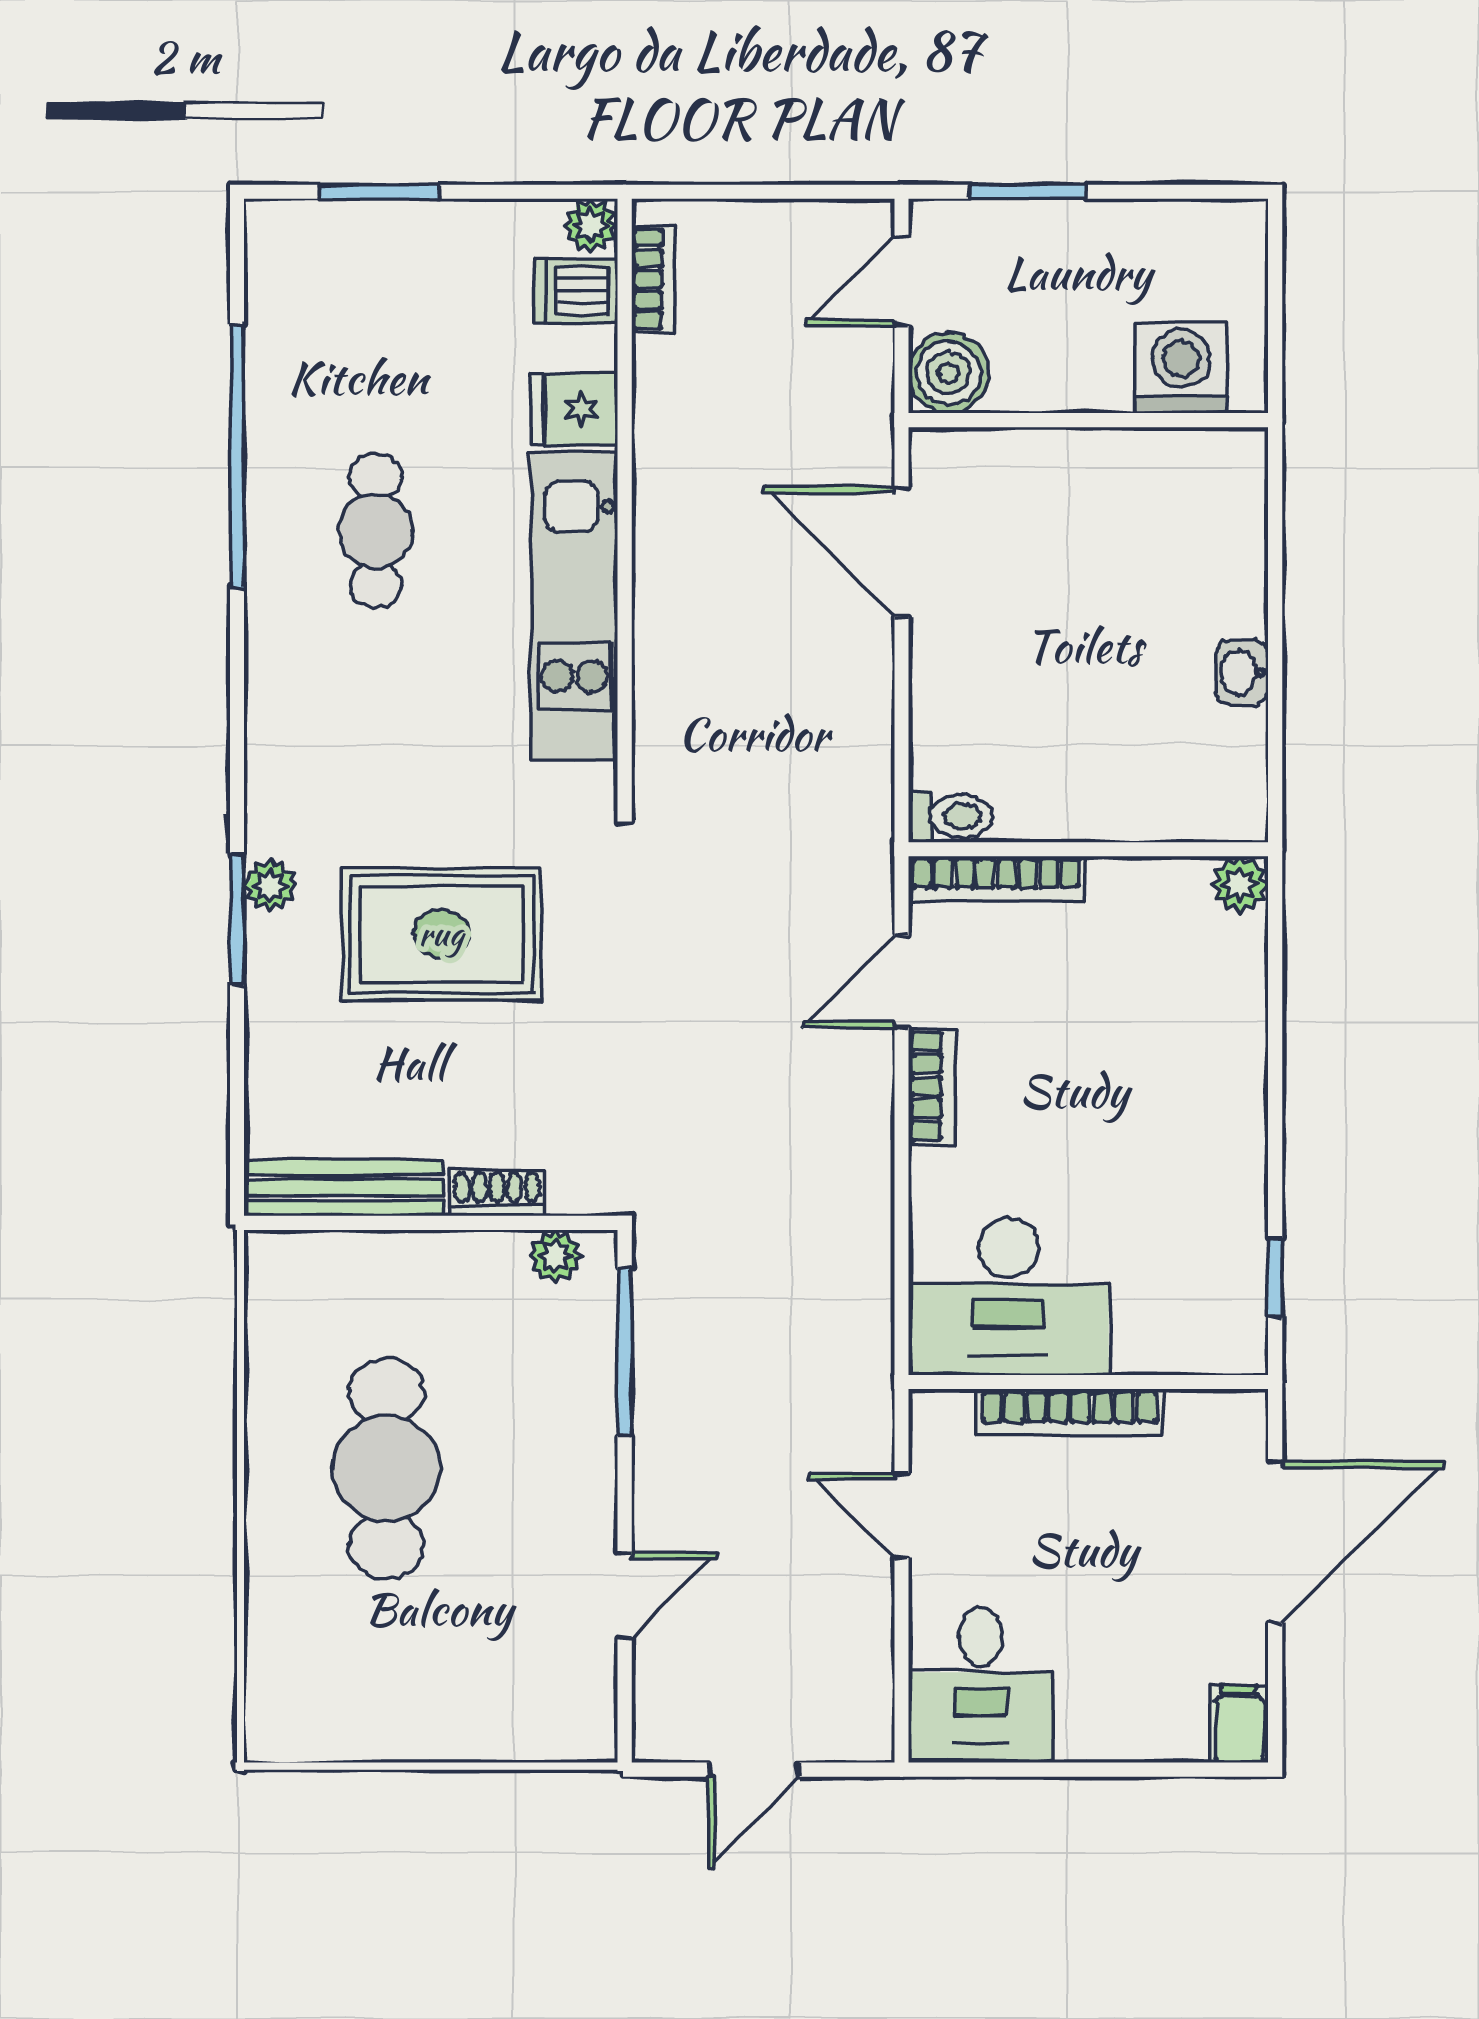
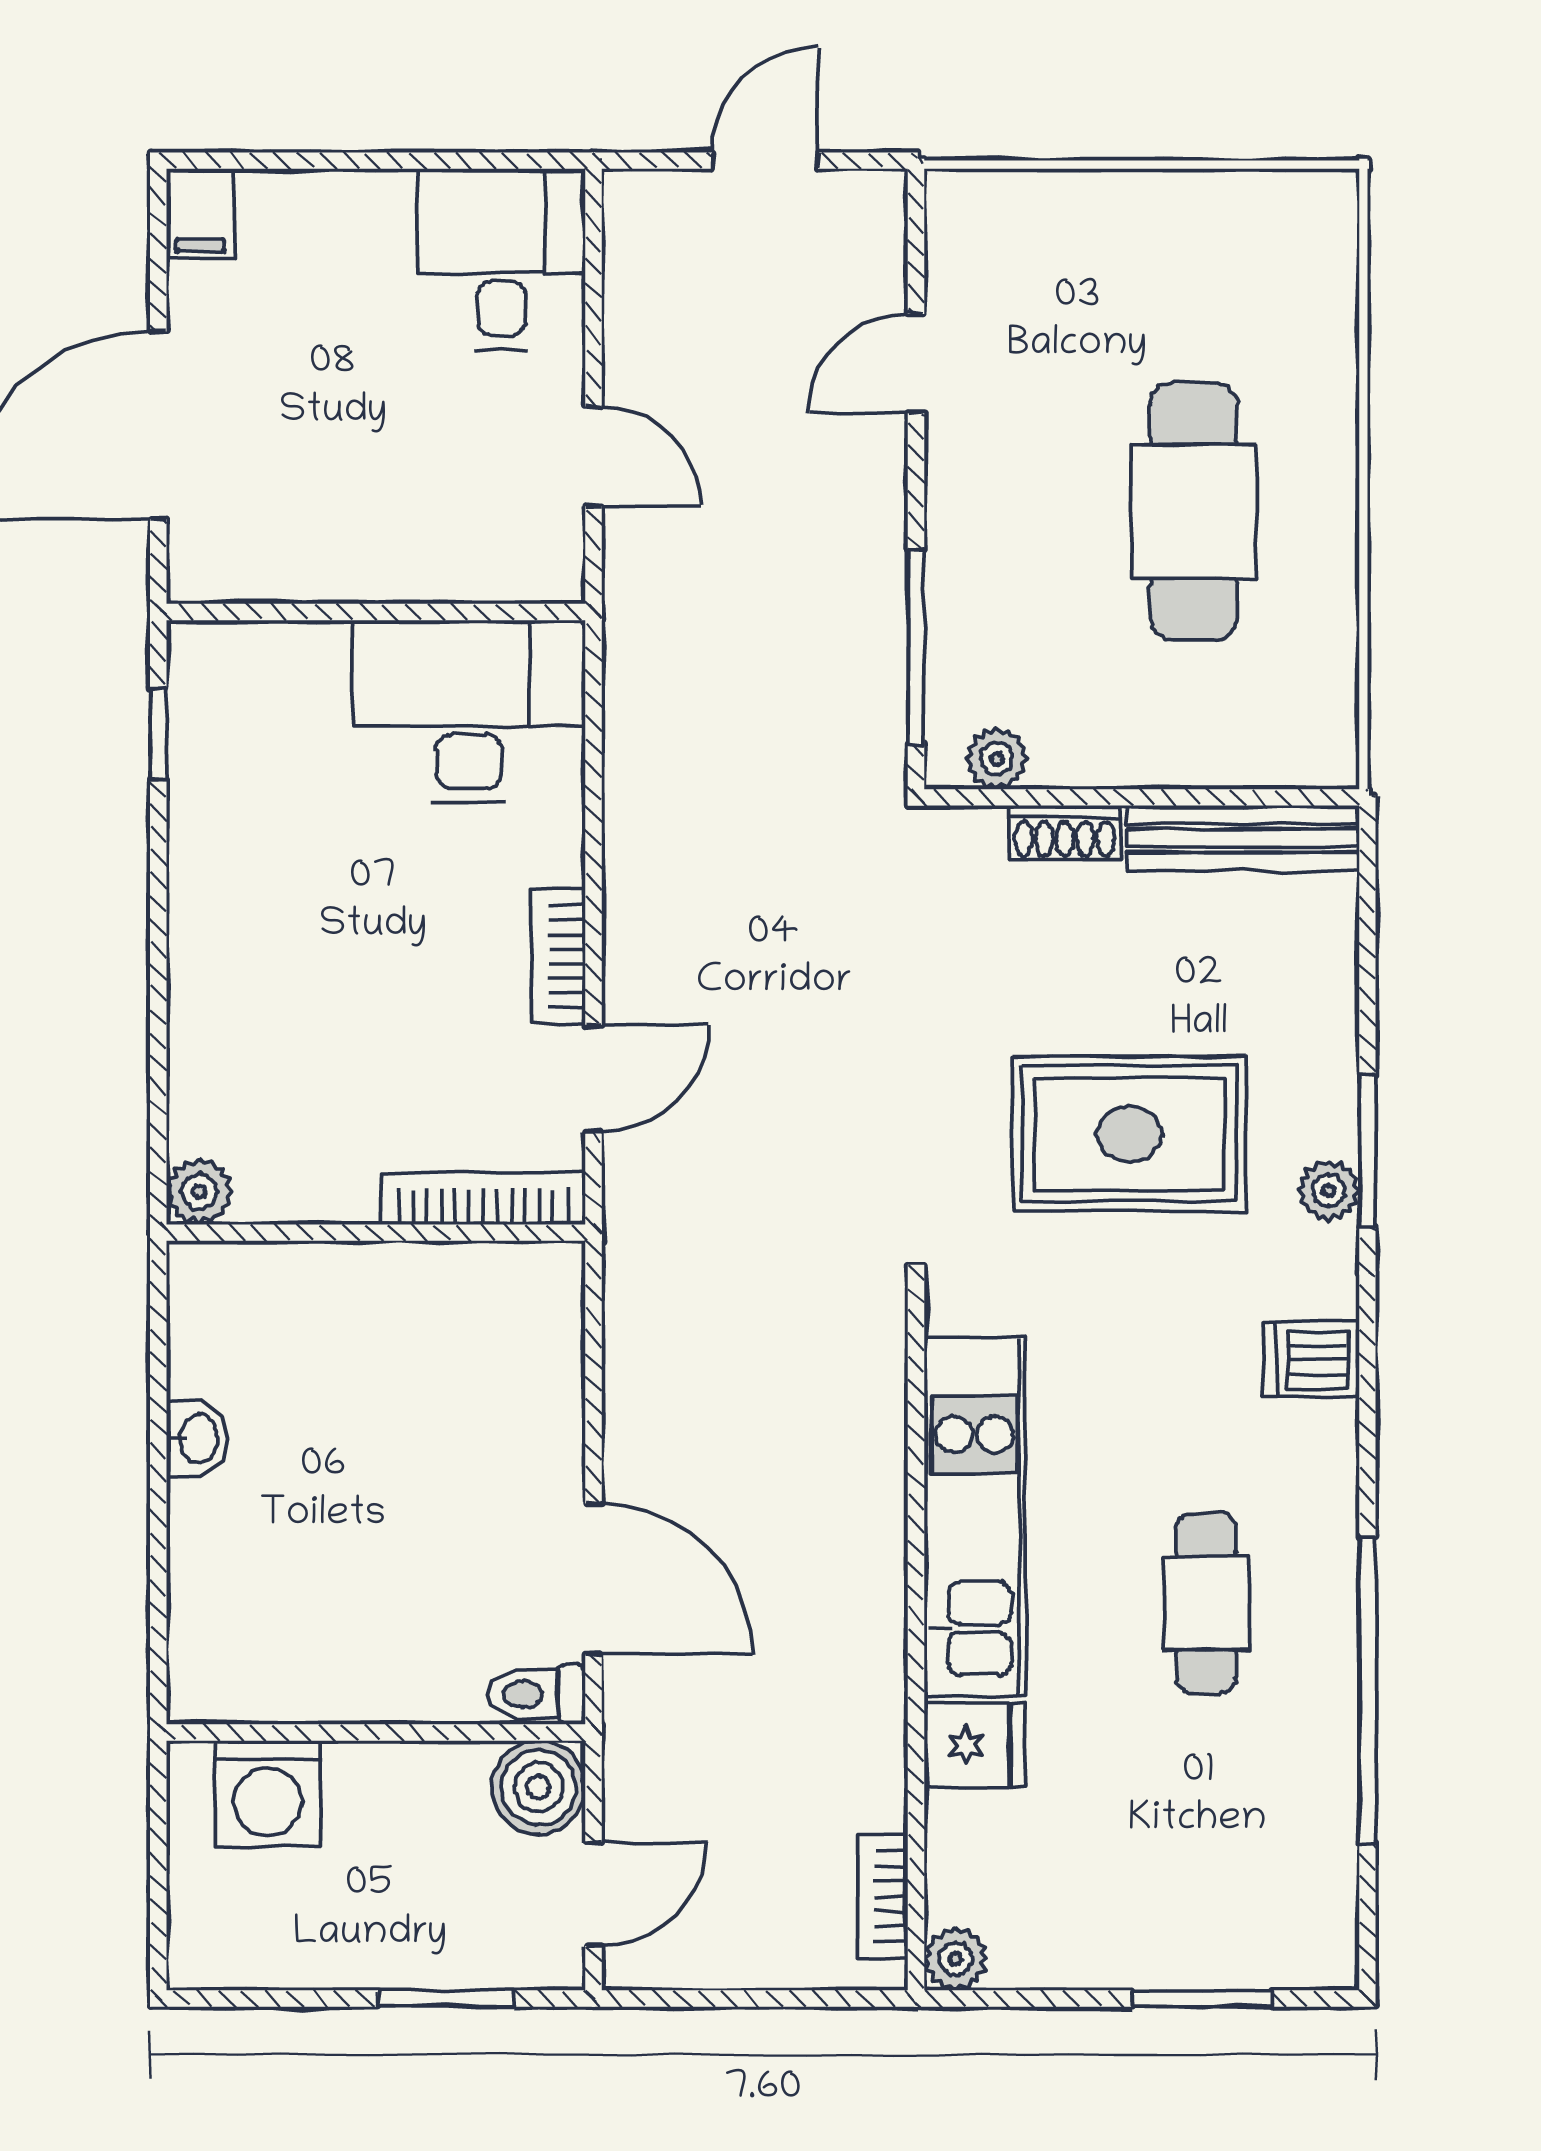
dishwasher: (576, 290) -> (1311, 1359), moved, turned 180
toilet: (950, 816) -> (536, 1694), moved
bookcase: (1070, 1413) -> (398, 576), removed

